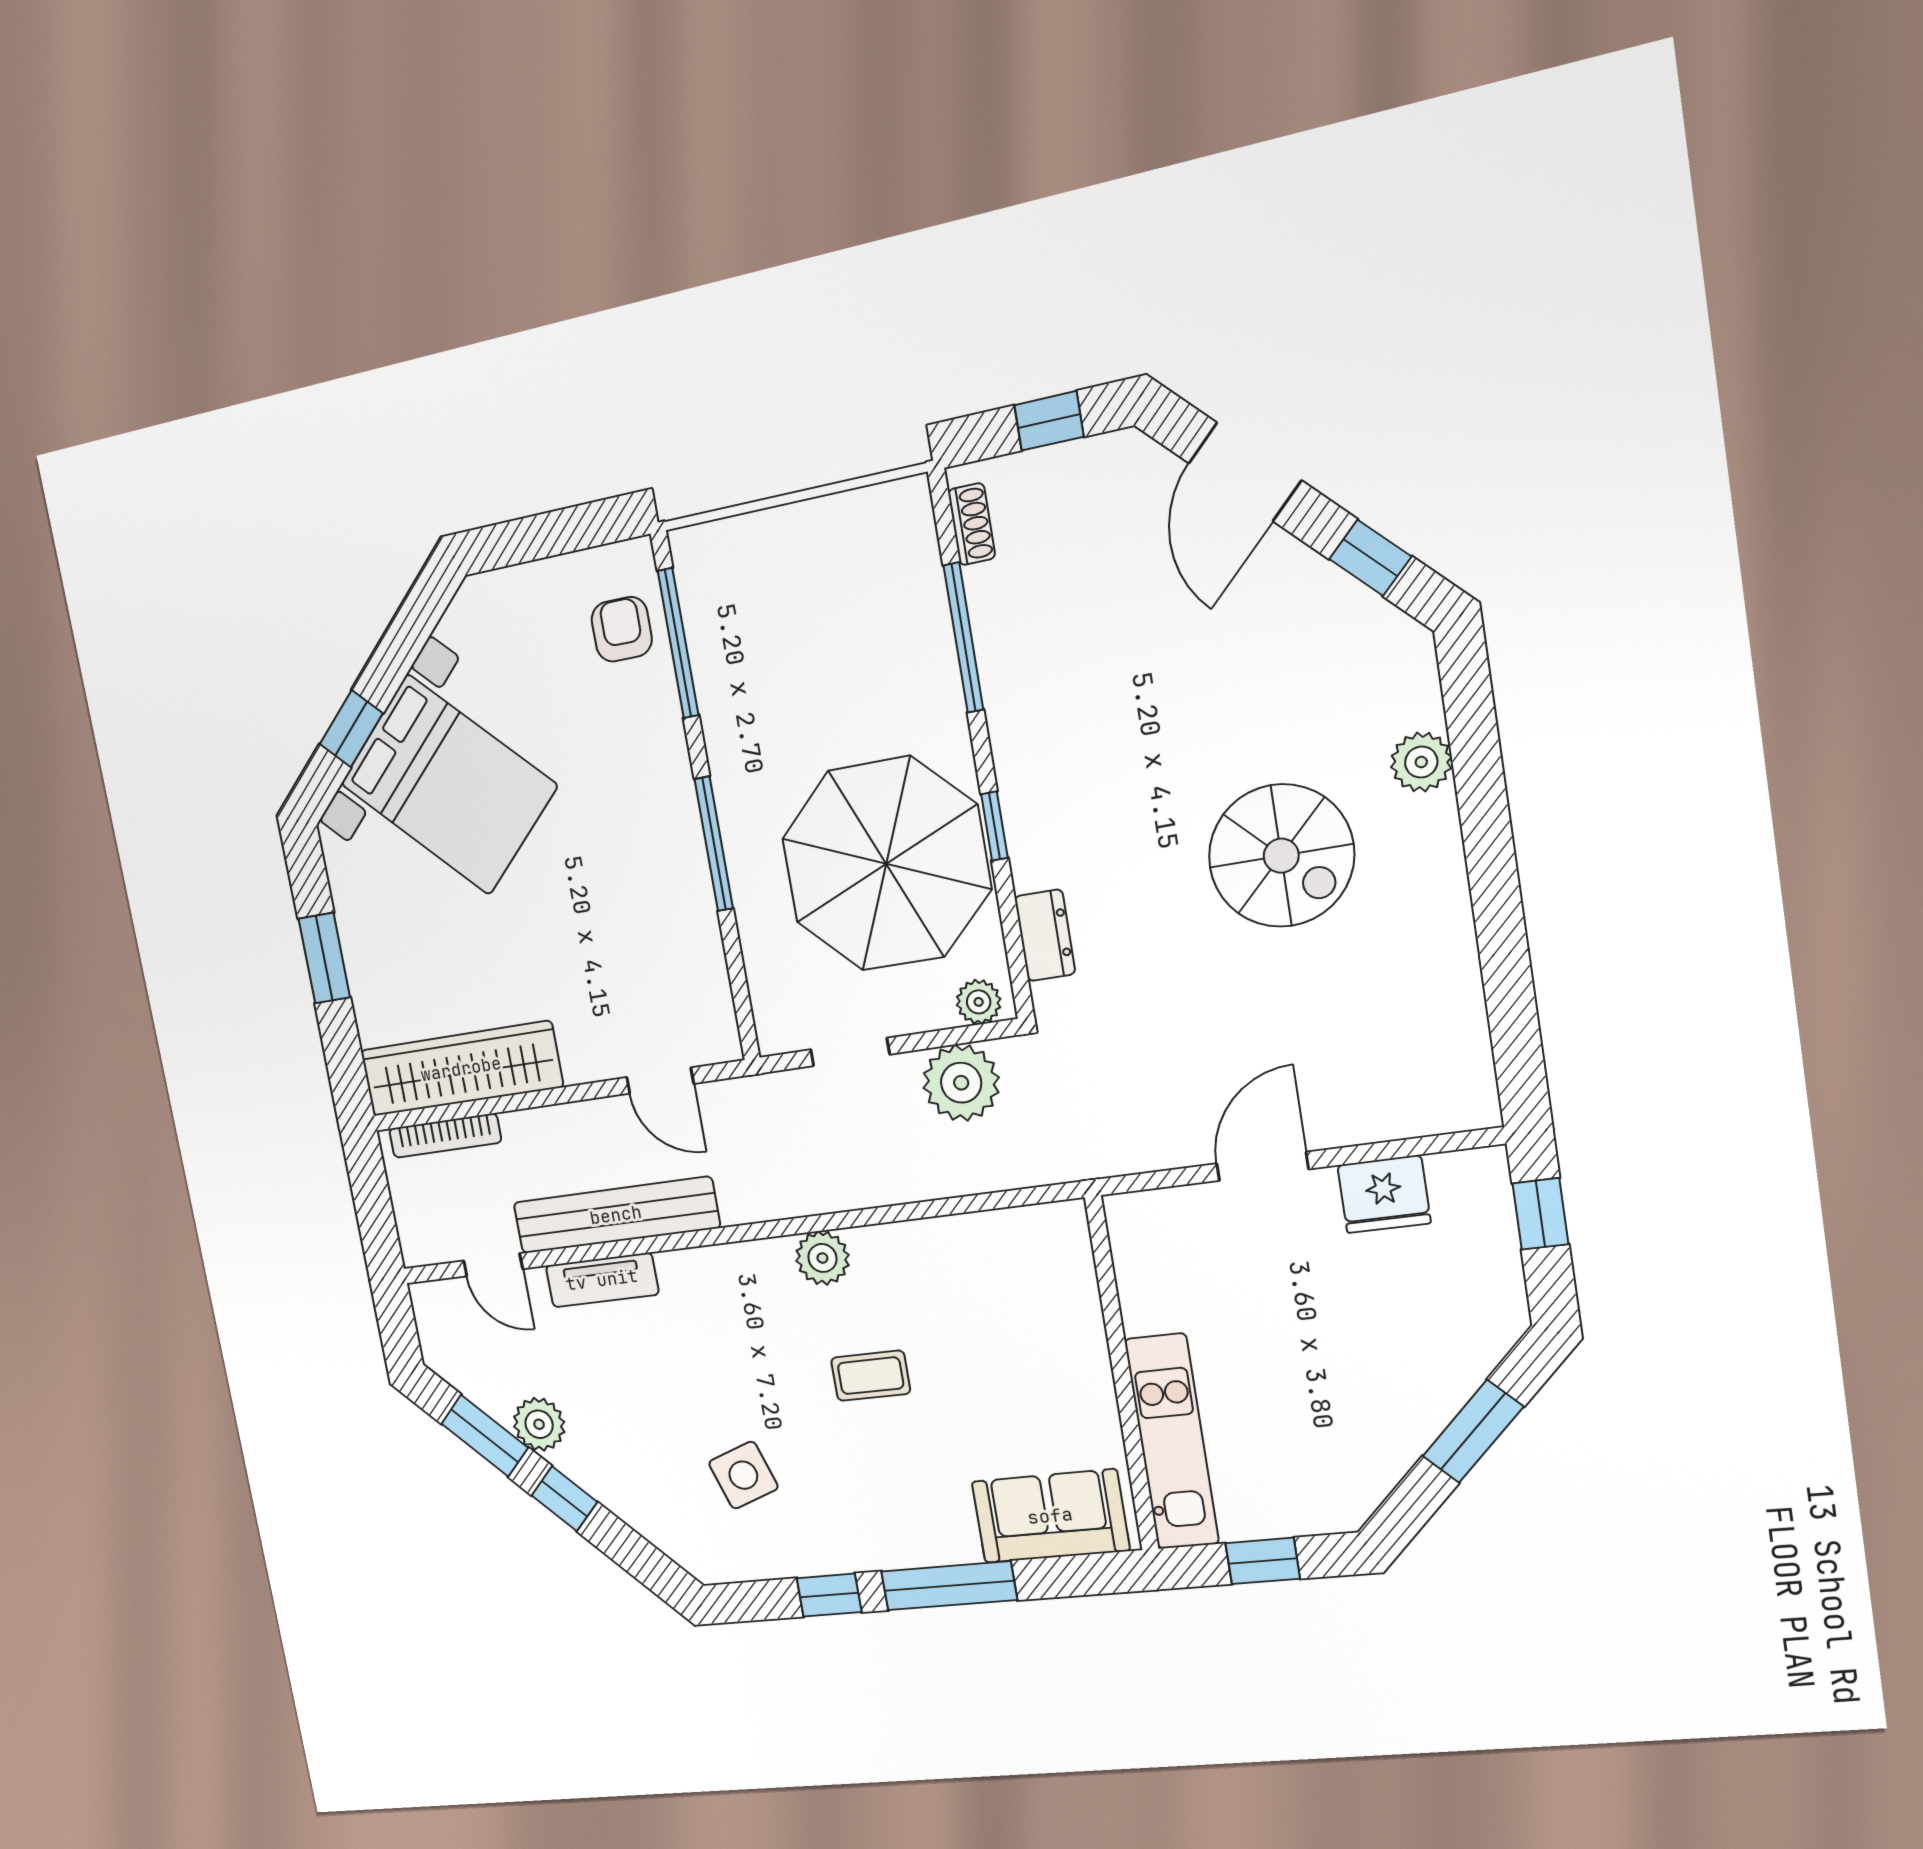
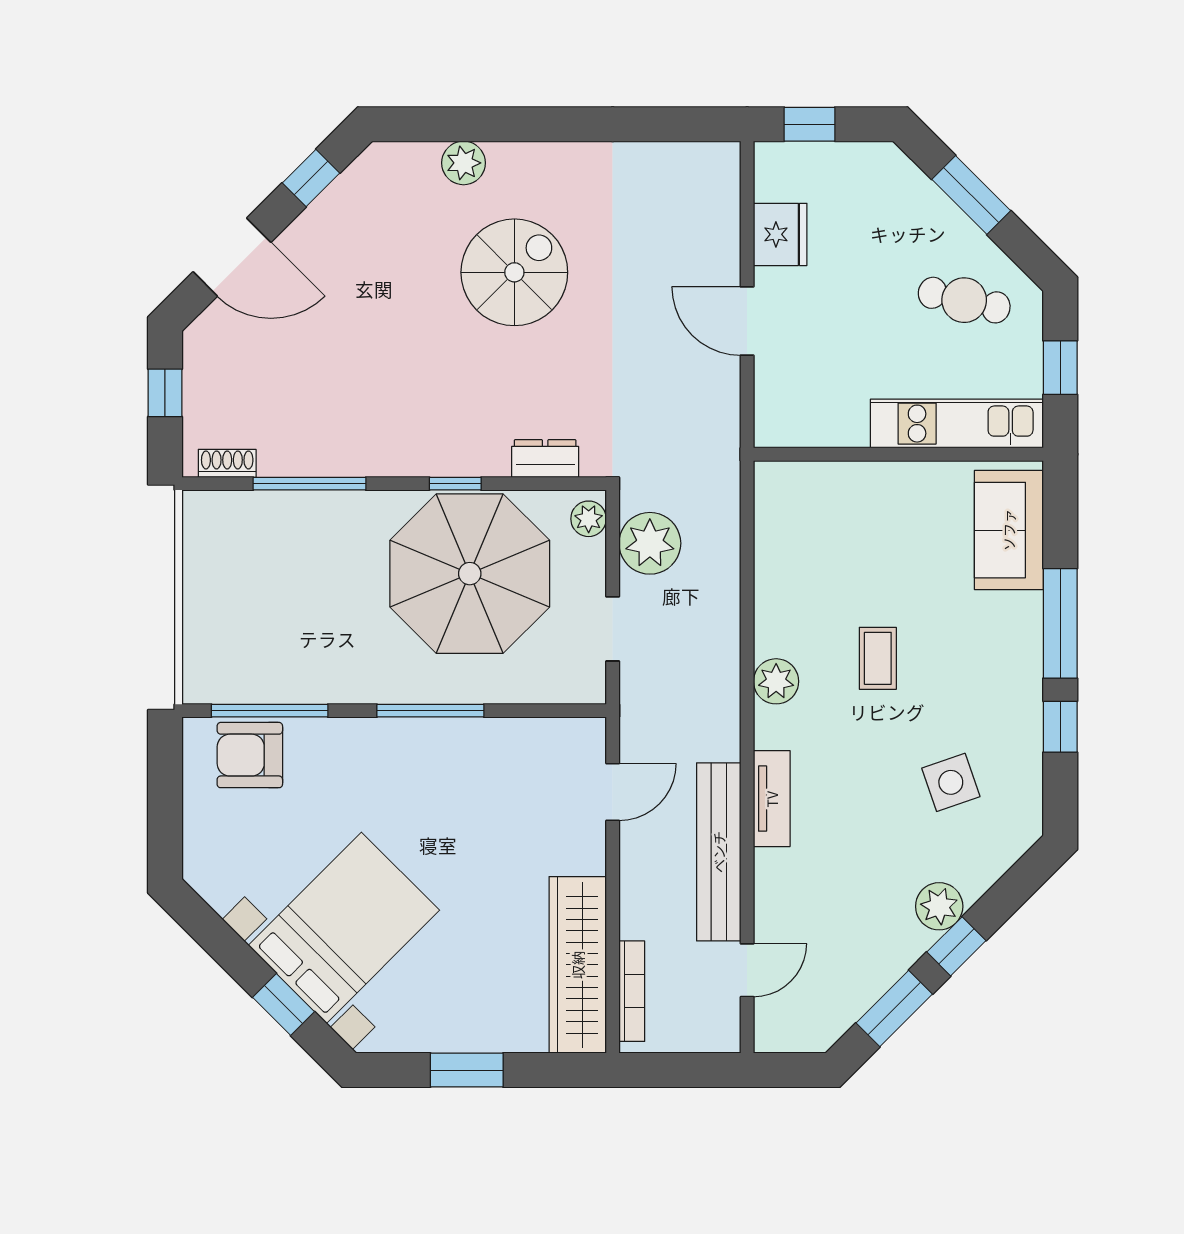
armchair: (622, 629) -> (250, 755), width x1.38, depth x1.38
tv unit: (602, 1280) -> (772, 799), moved
plant: (539, 1424) -> (939, 906), moved
cafe table: (1332, 1436) -> (964, 300), added

